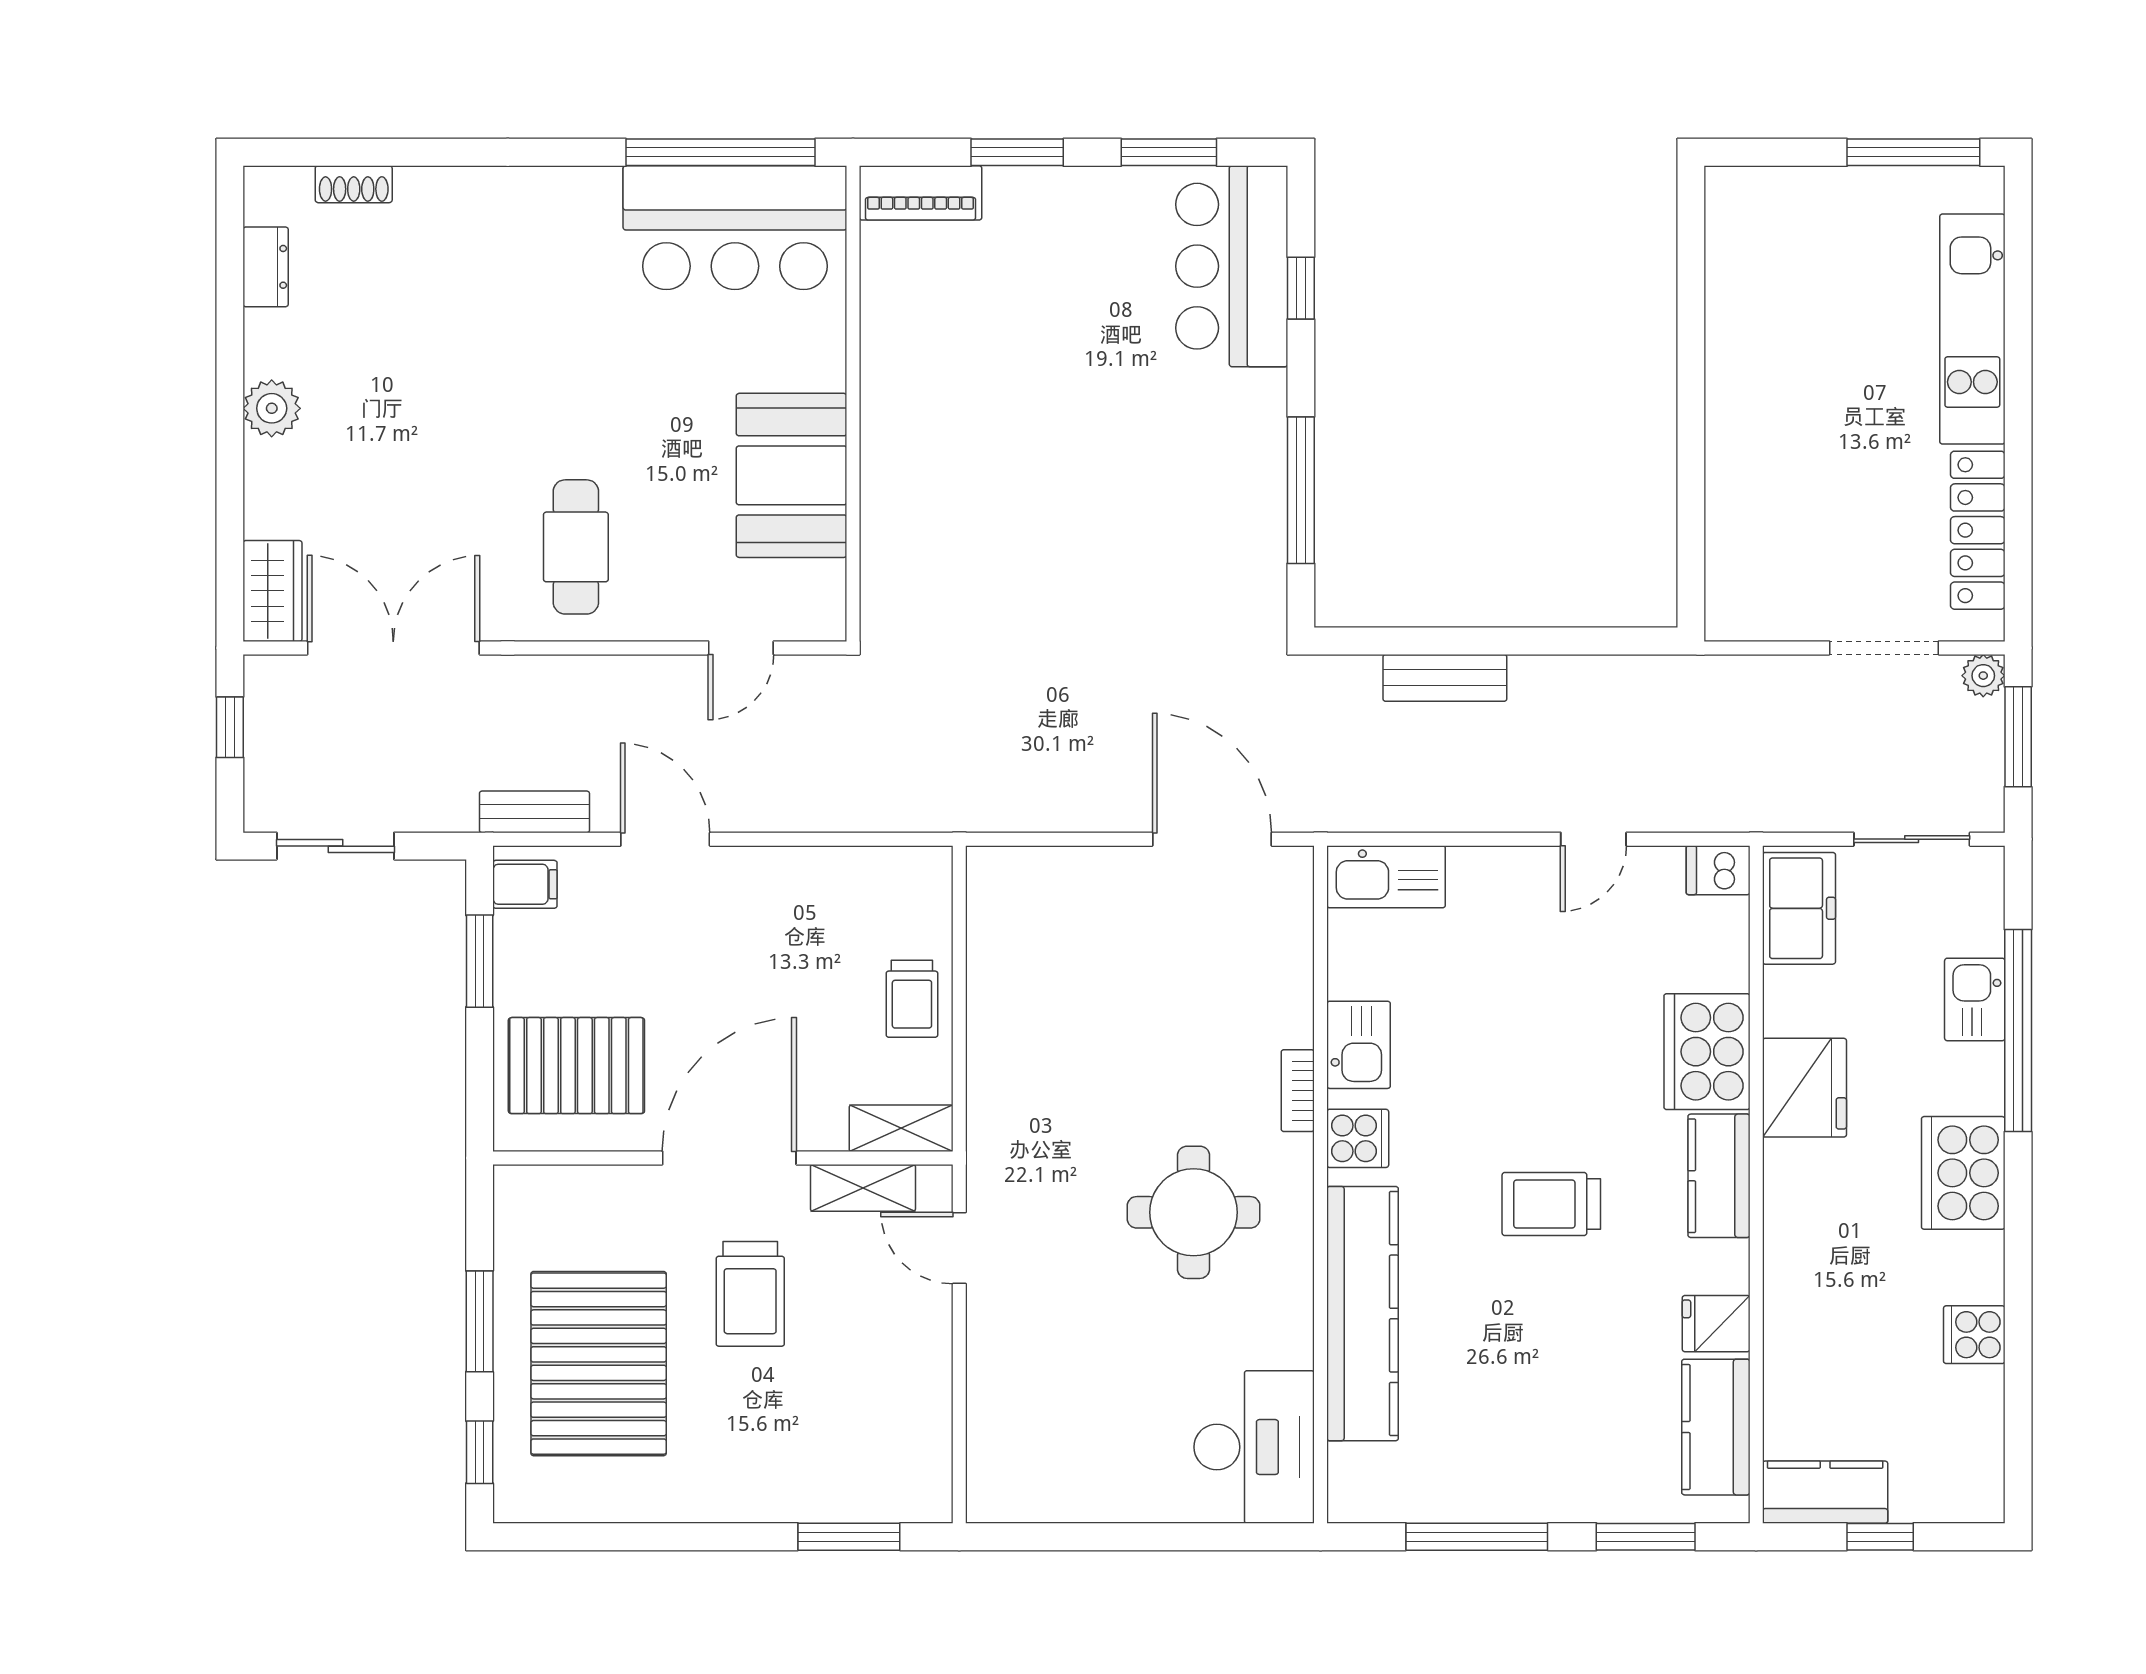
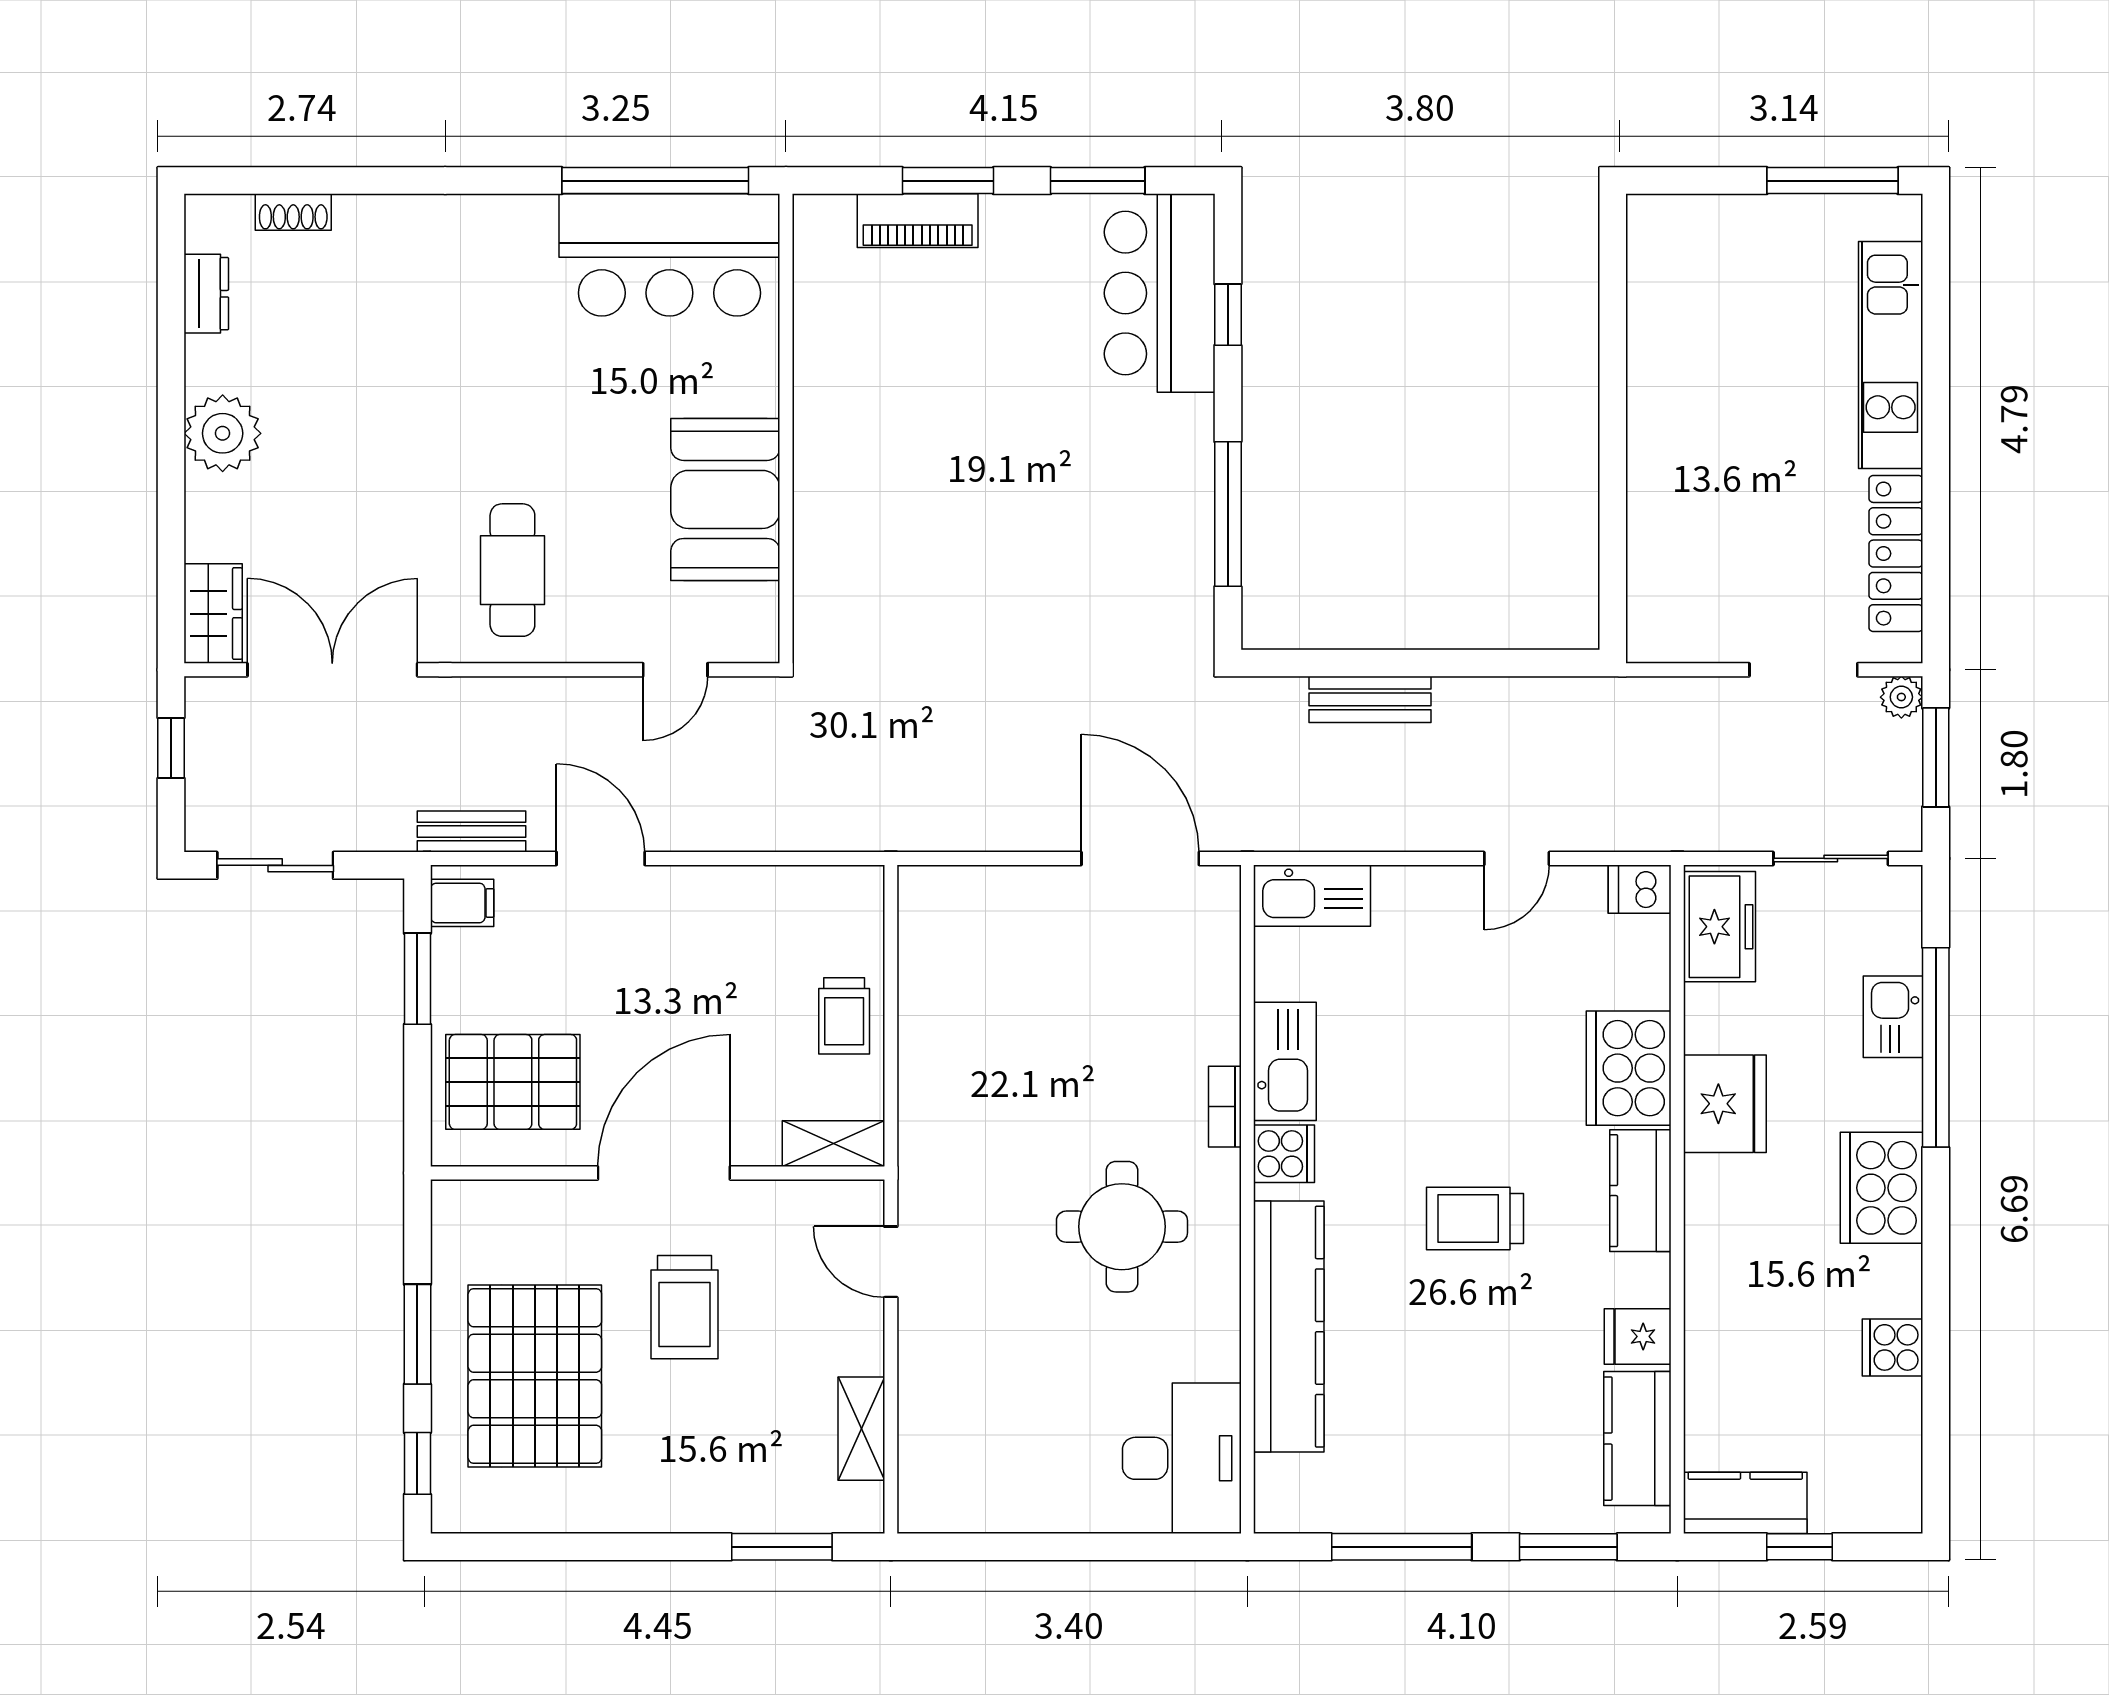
piano: (920, 193) -> (918, 221), moved
plant: (272, 408) -> (223, 433), width x1.36, depth x1.36
kitchen sink: (1359, 1045) -> (1285, 1061), width x1.38
shelving: (863, 1188) -> (861, 1429), moved, turned 90

